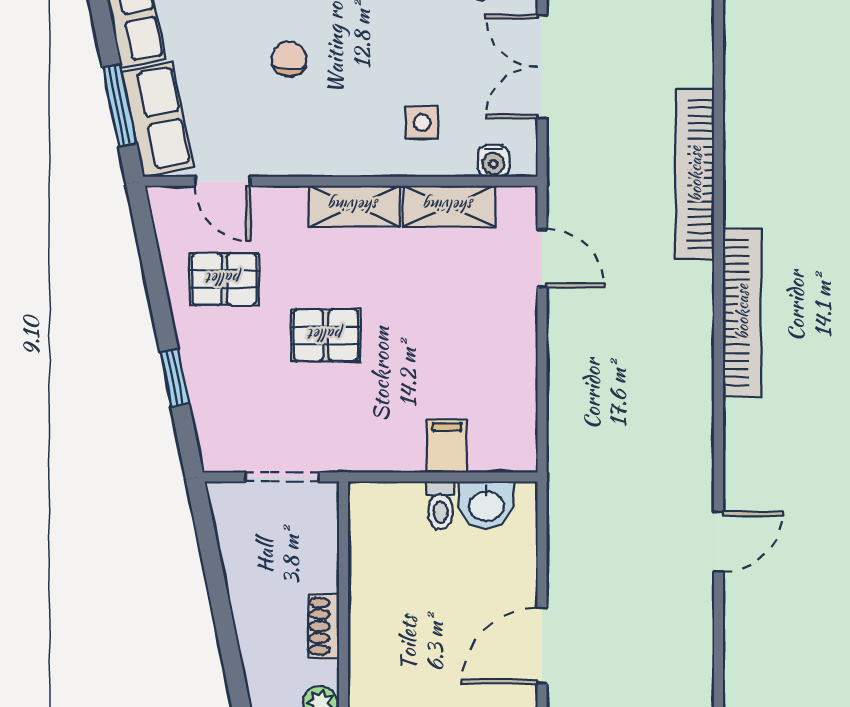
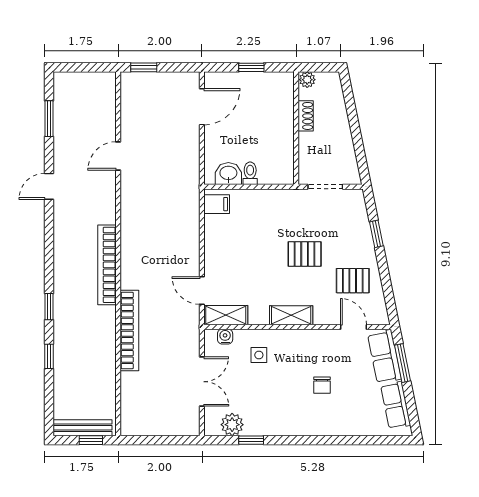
shelving: (449, 206) -> (226, 315), moved
filing cabinet: (447, 446) -> (217, 204), moved, turned -90

